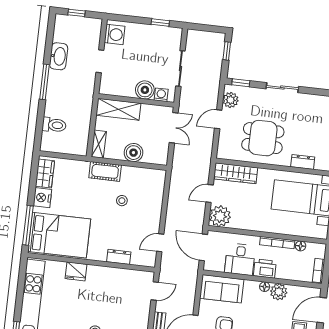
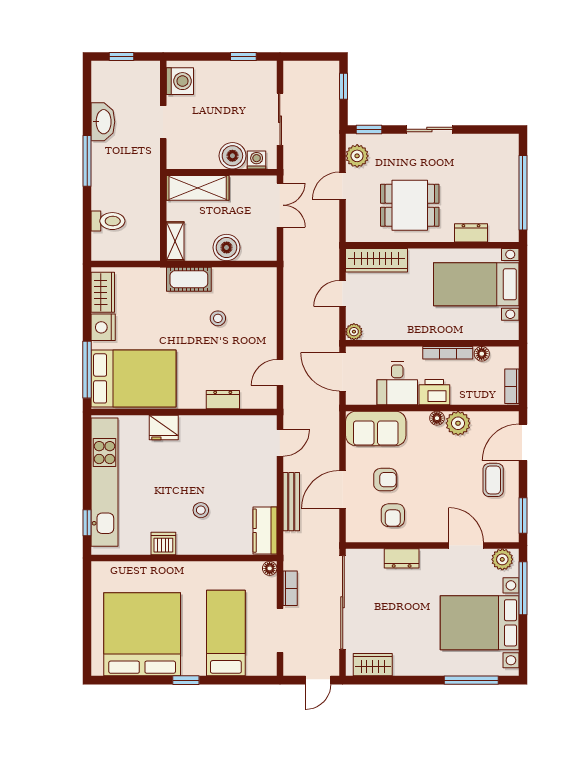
plant: (220, 216) -> (354, 332), width x0.53, depth x0.53

